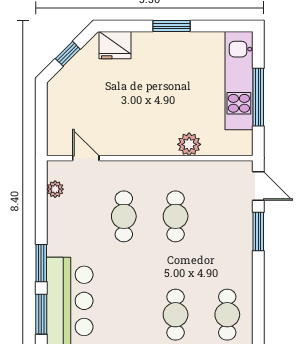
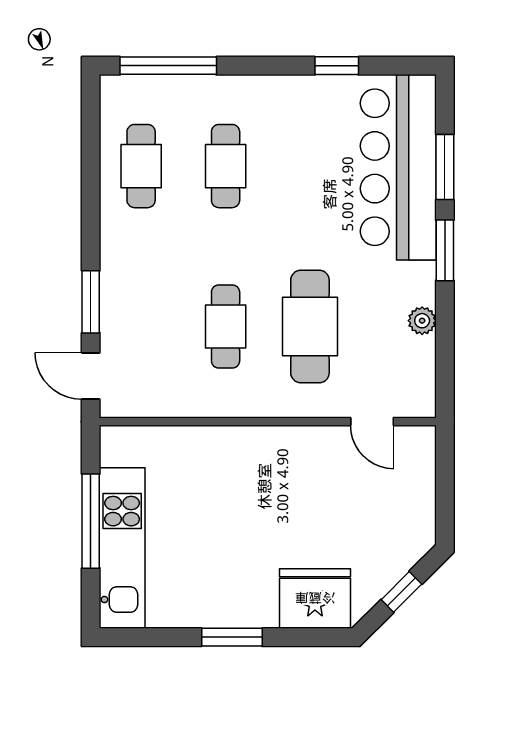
fridge: (115, 45) -> (315, 598), width x1.36, depth x1.34
plant: (189, 144) -> (203, 444), removed
plant: (55, 189) -> (422, 321), moved
cafe table: (124, 216) -> (310, 326), width x1.37, depth x1.35

